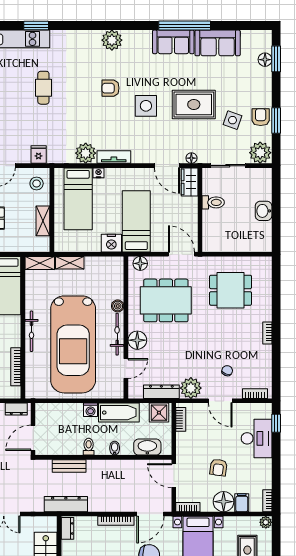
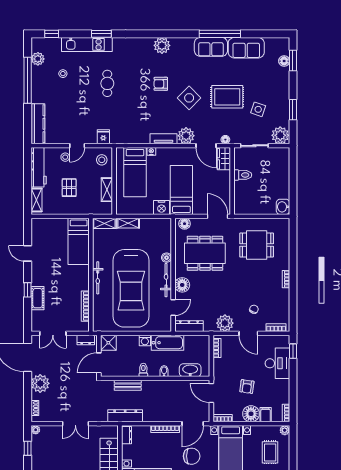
side table: (146, 106) -> (189, 98), turned 45
armchair: (261, 117) -> (281, 107), removed
plant: (86, 153) -> (186, 136), moved
washbasin: (264, 211) -> (283, 207), moved
dresser: (161, 392) -> (189, 326), moved
shower: (159, 413) -> (108, 343), moved

